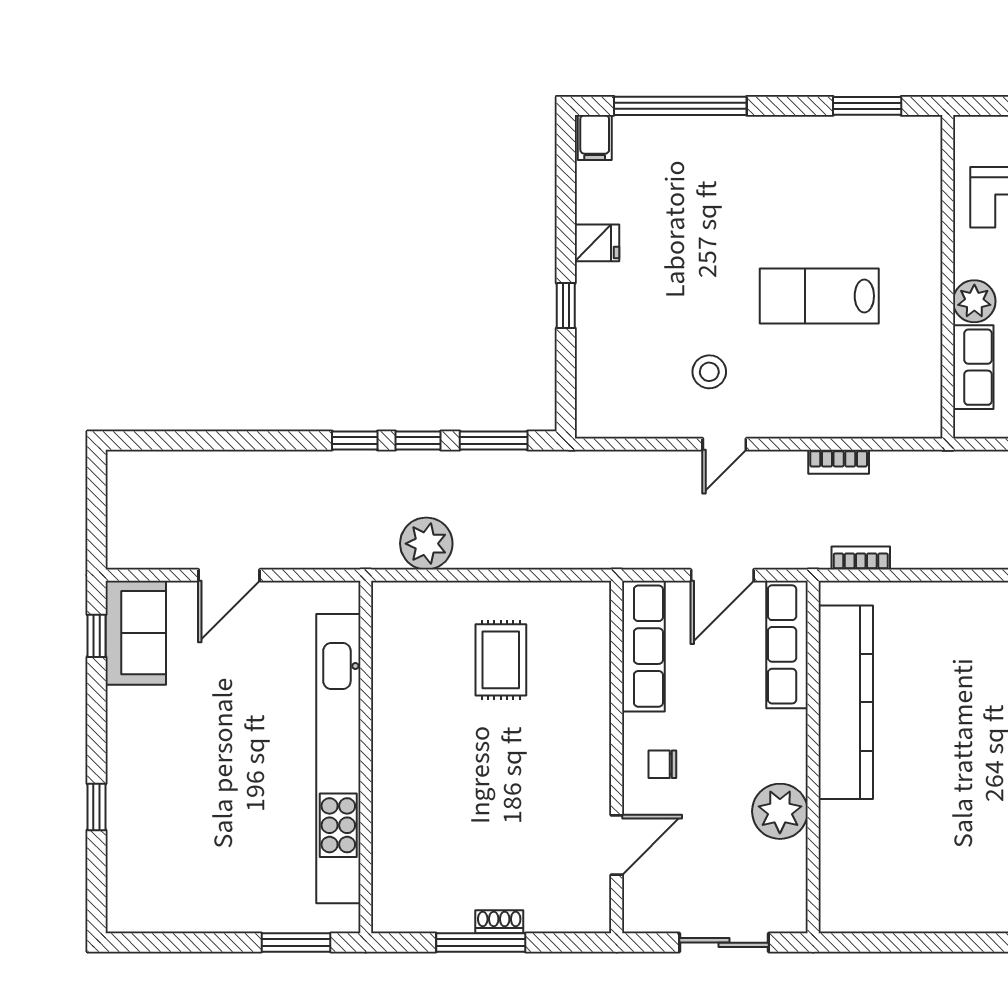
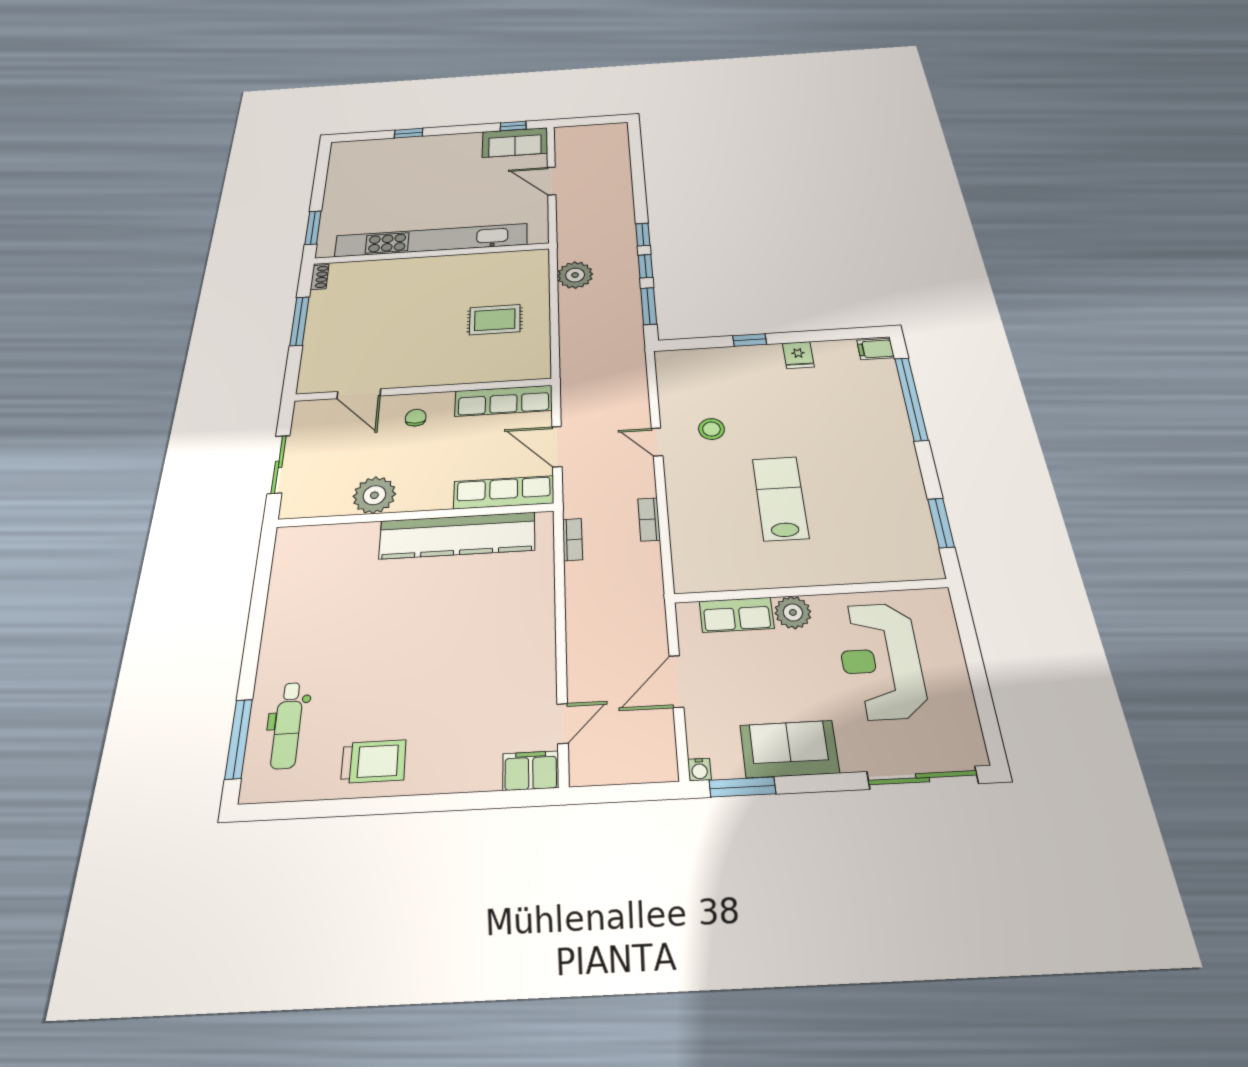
shoe rack: (499, 922) -> (320, 277), moved

